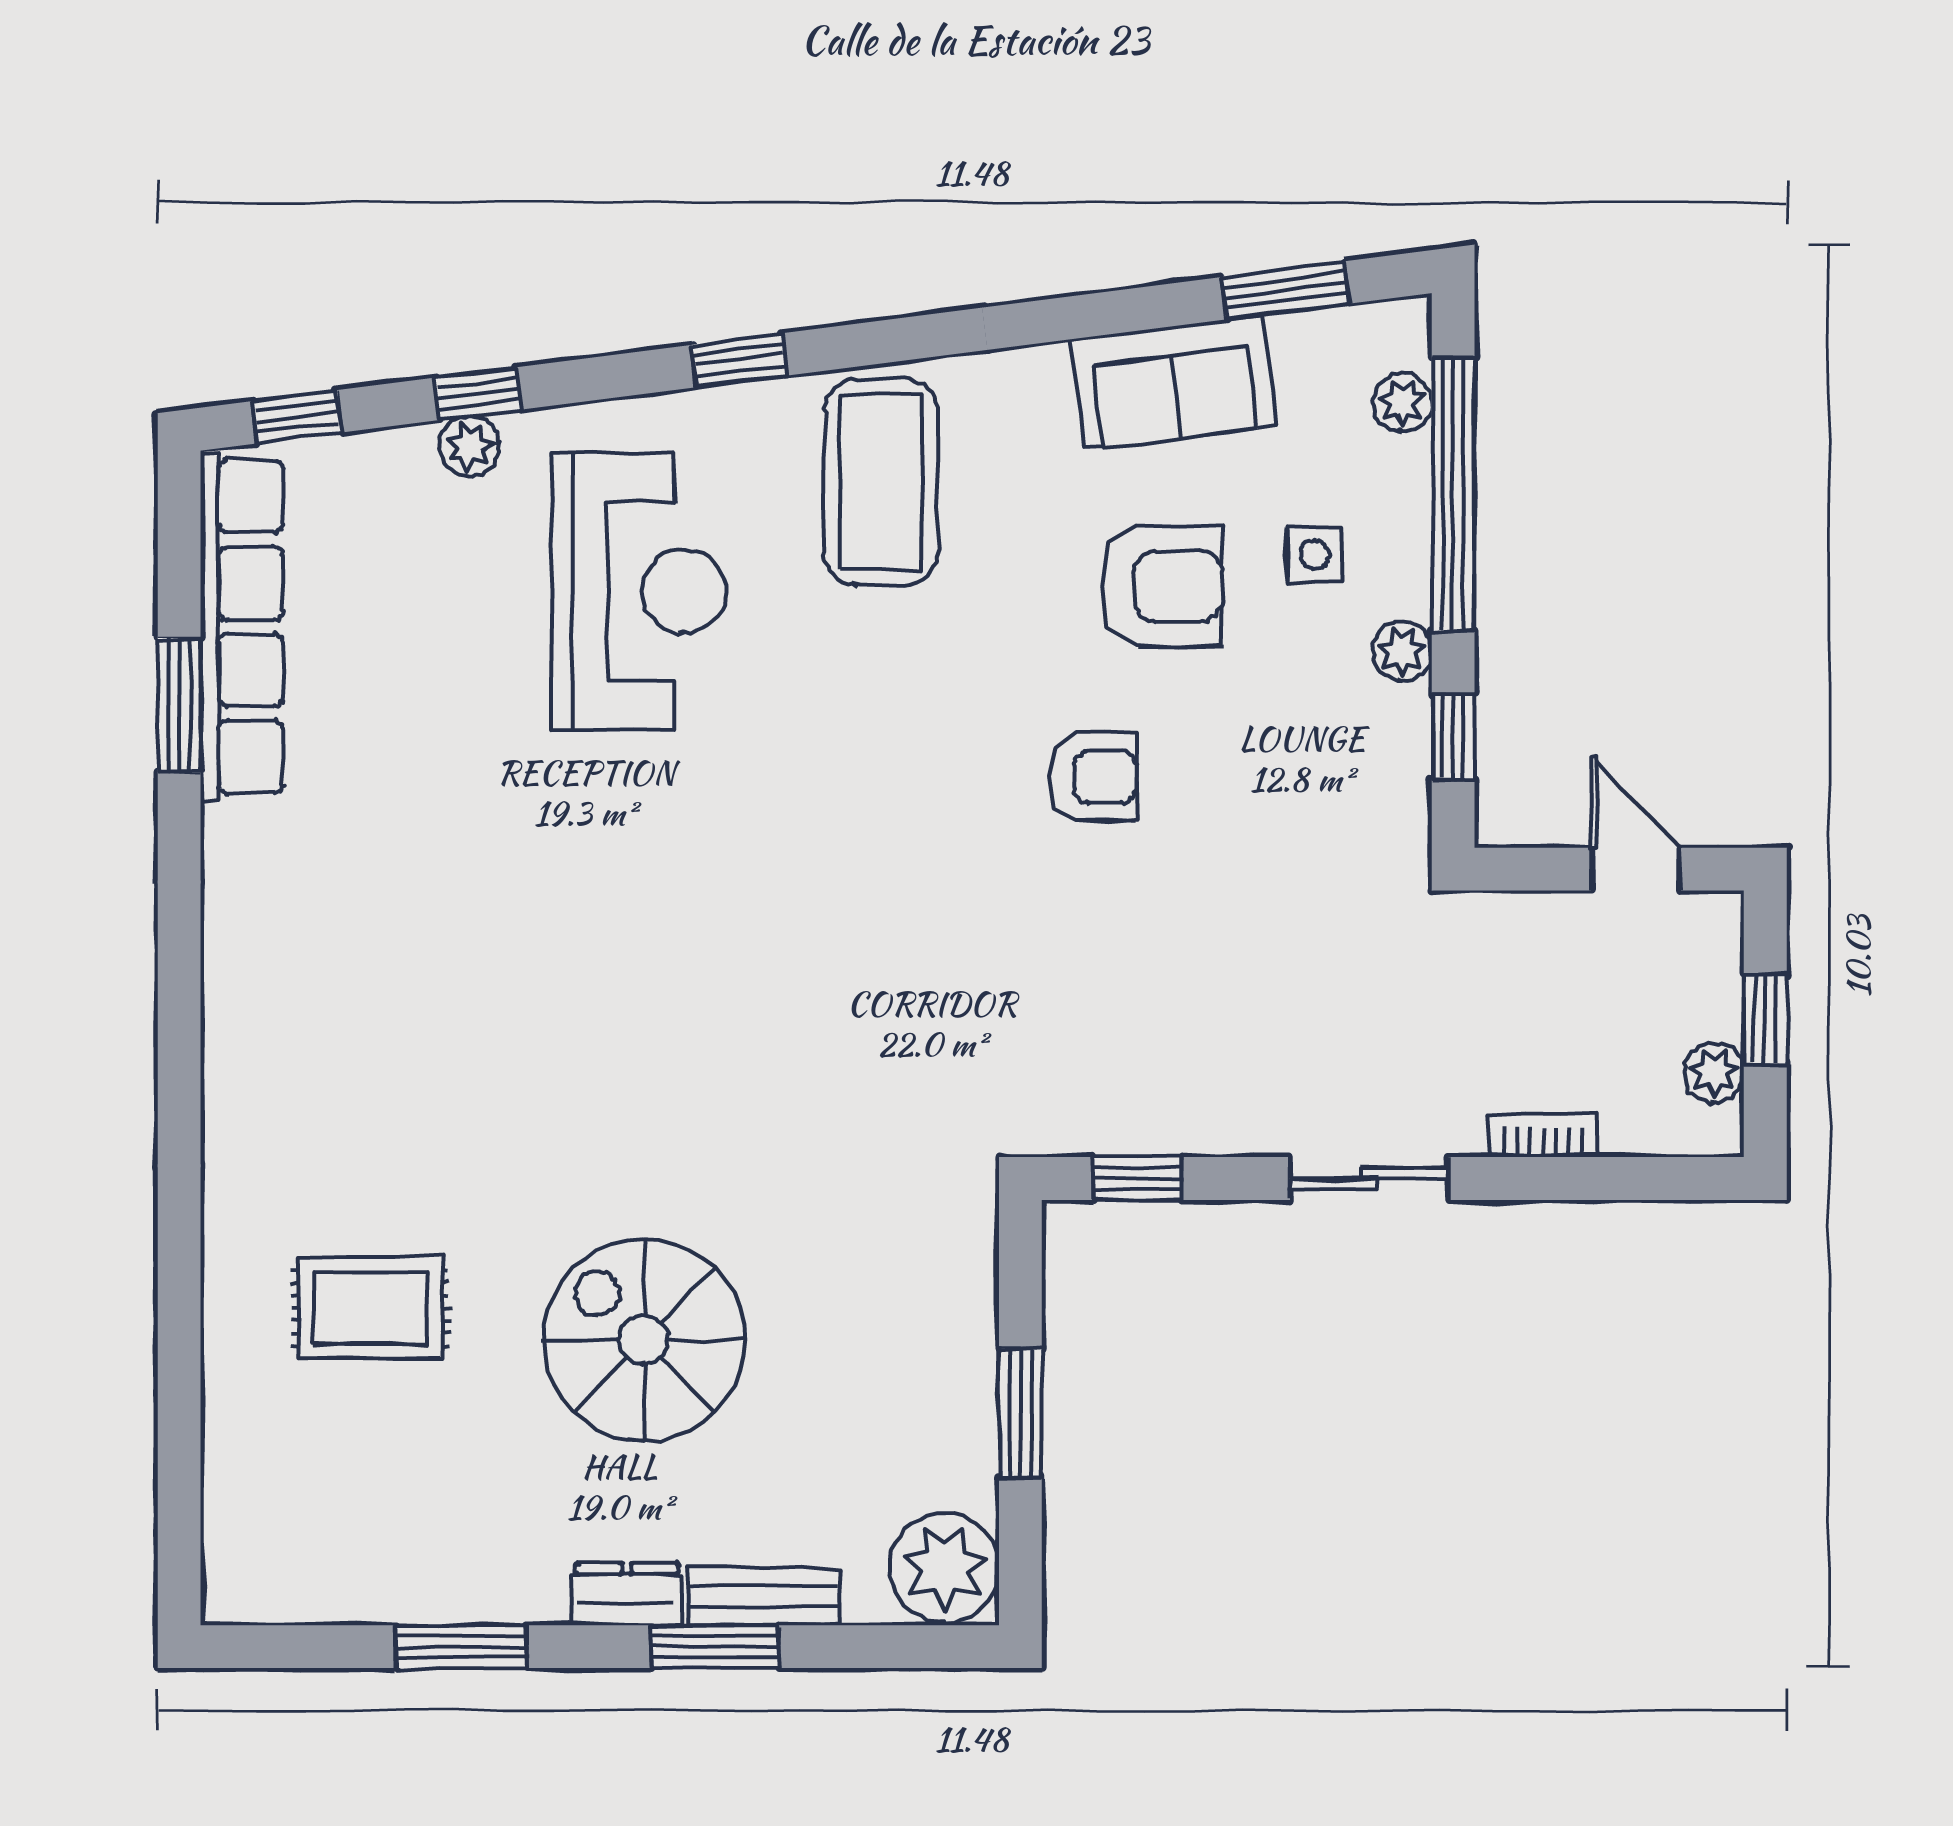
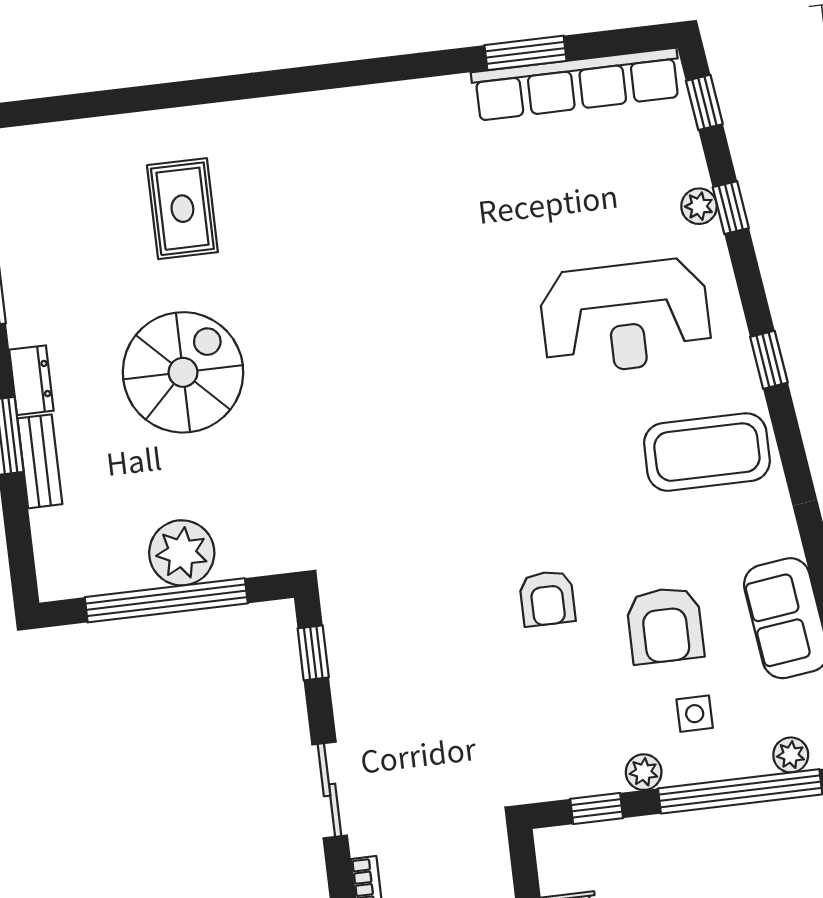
window: (1020, 1413) -> (166, 600), width x2.11
plant: (944, 1568) -> (182, 553), moved

